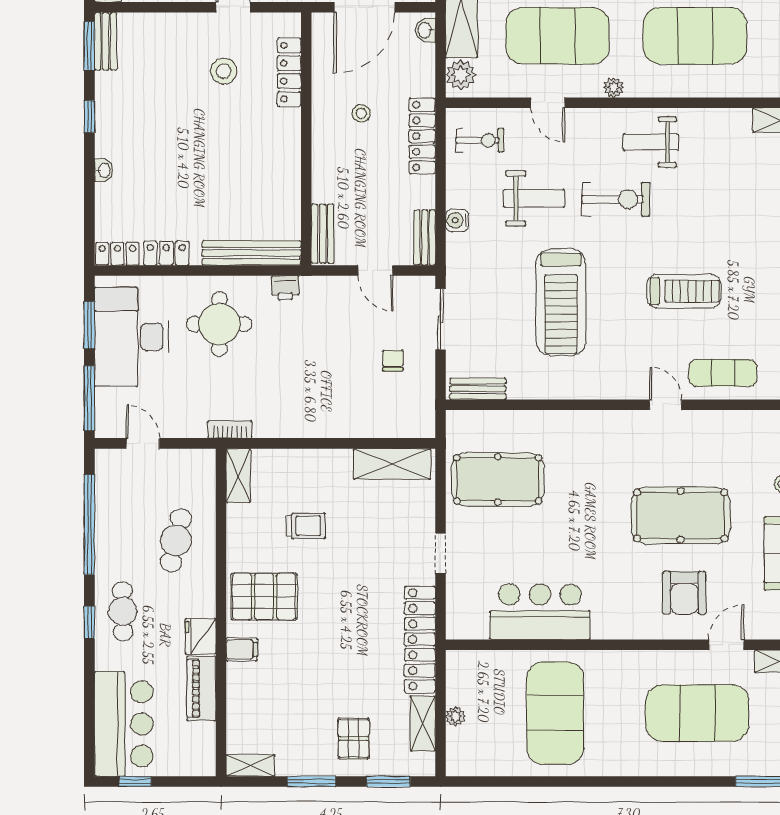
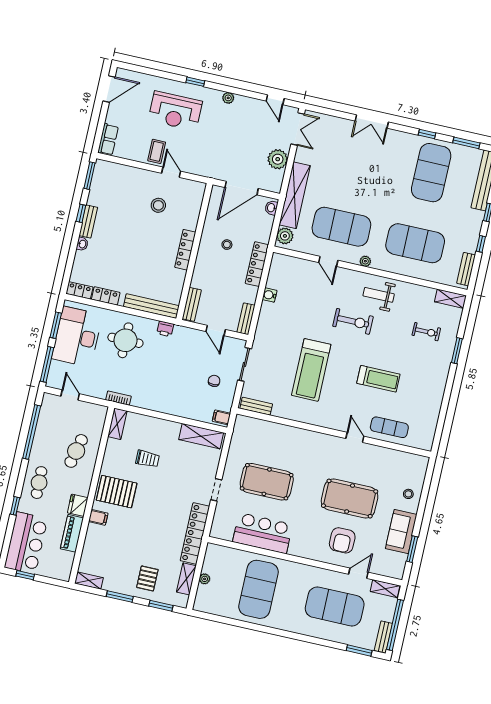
bench: (106, 41) -> (88, 221), moved
locker: (289, 72) -> (185, 250), moved
exercise bike: (480, 140) -> (426, 332), moved
weight bench: (534, 198) -> (309, 311), removed
water cooler: (457, 220) -> (270, 295), moved
filing cabinet: (421, 422) -> (221, 417), added
pool table: (498, 479) -> (267, 482), moved
window: (89, 622) -> (15, 506), moved

